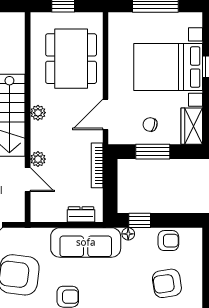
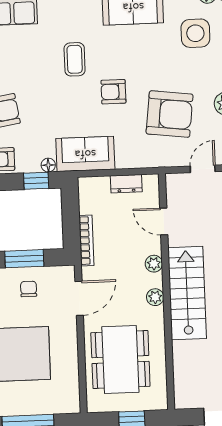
chair: (150, 125) -> (29, 289), turned -105
plant: (38, 159) -> (154, 264), moved
dresser: (81, 214) -> (126, 184), moved
sofa: (86, 242) -> (85, 154), width x0.73

